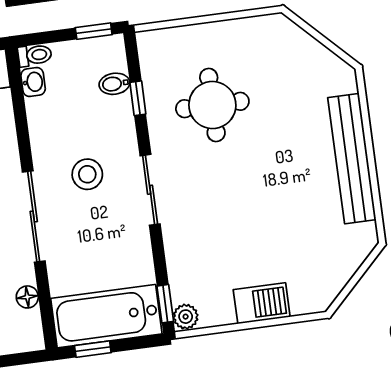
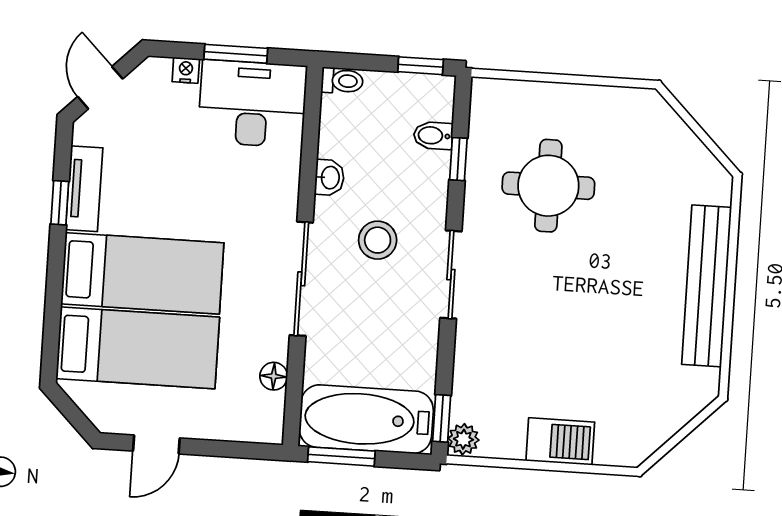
washbasin: (33, 82) -> (329, 178), moved
window: (93, 349) -> (341, 456), width x1.50

